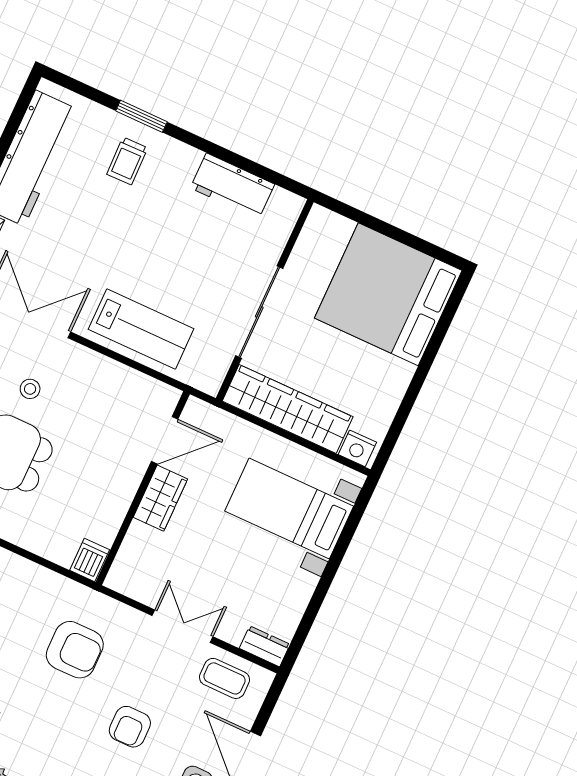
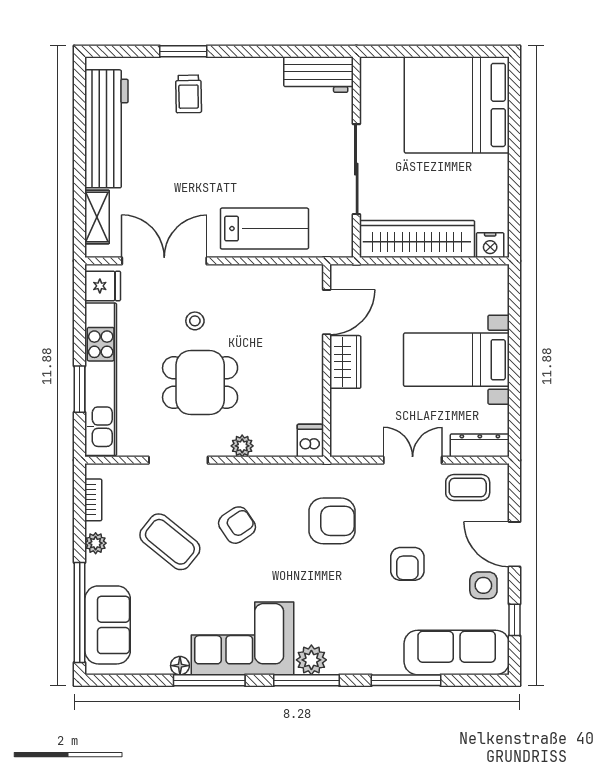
workbench: (232, 186) -> (319, 75), moved
bed with nightstands: (289, 509) -> (456, 360), moved
plant: (20, 534) -> (242, 446), added
dresser: (265, 646) -> (480, 445), width x1.44

